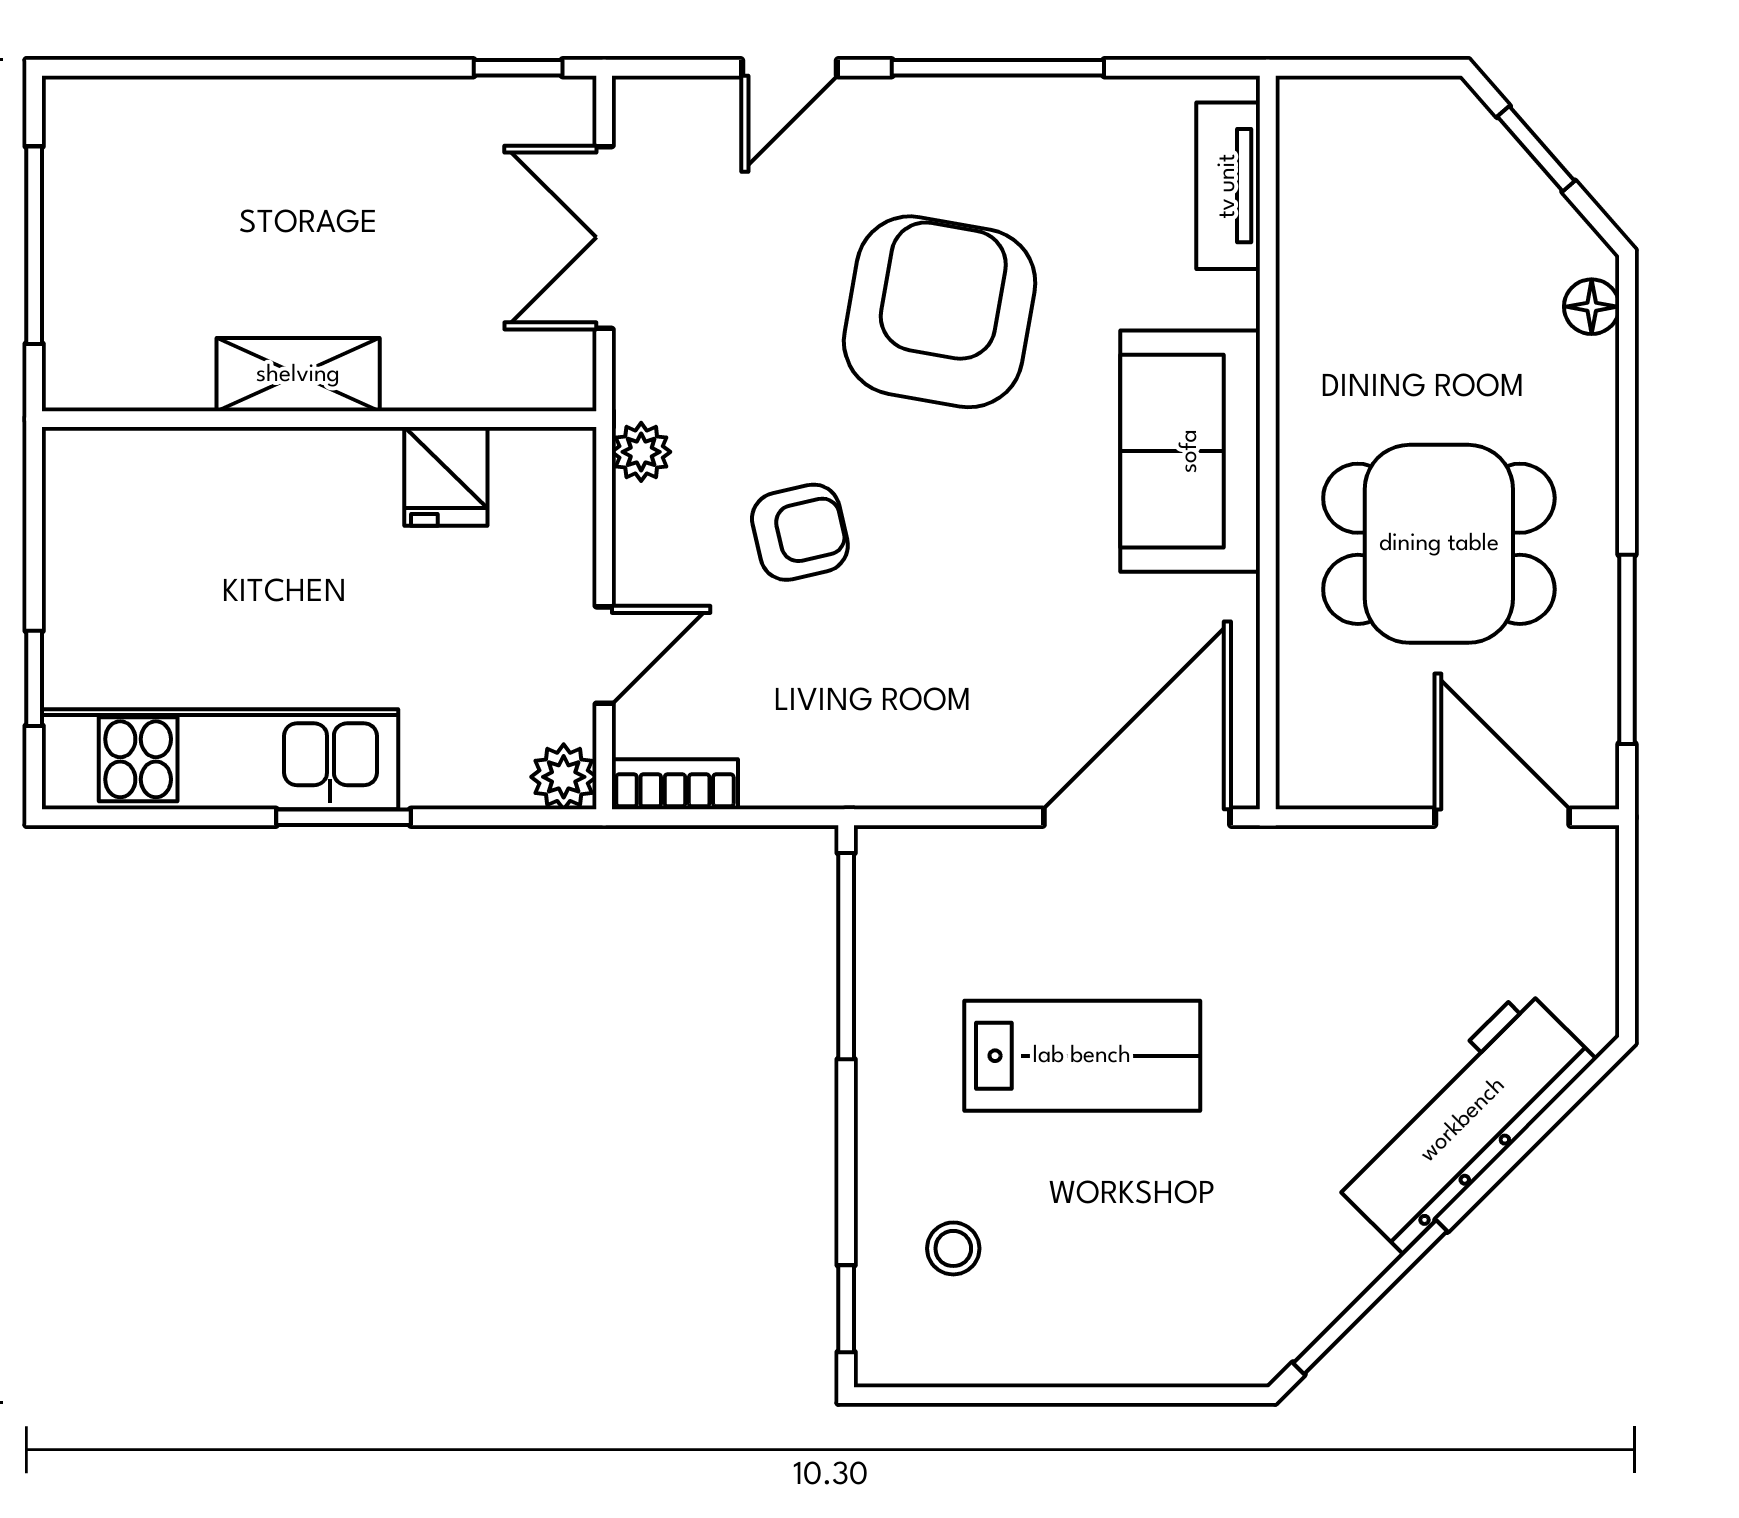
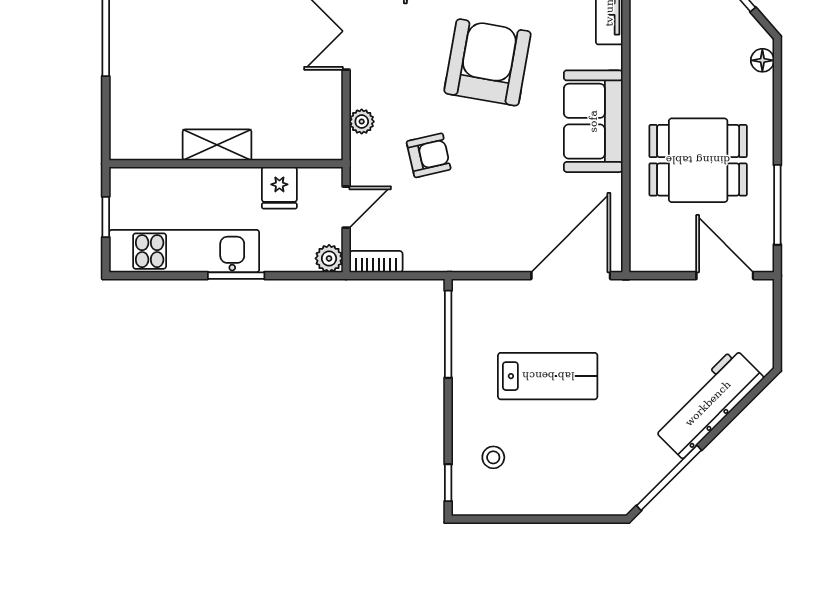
shelving: (298, 375) -> (217, 145), moved
wall: (319, 419) -> (226, 164), moved
fridge: (446, 476) -> (279, 188), moved

